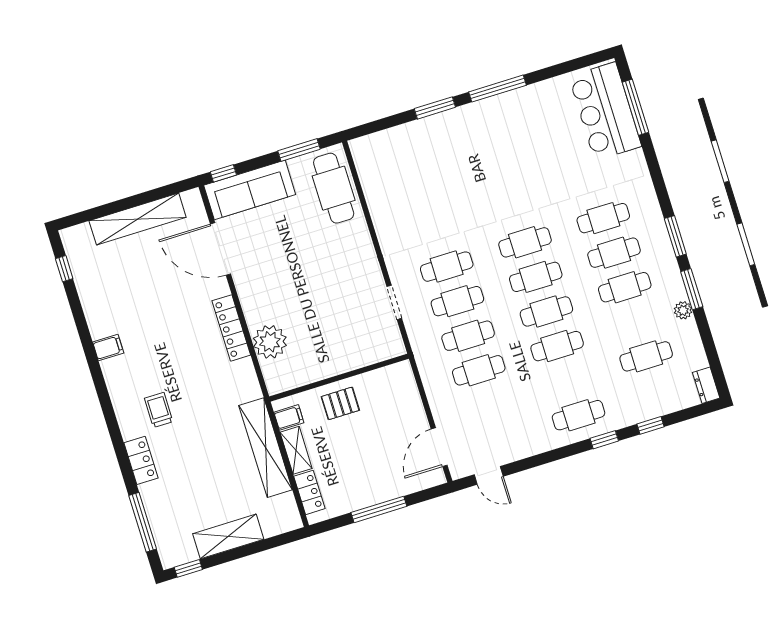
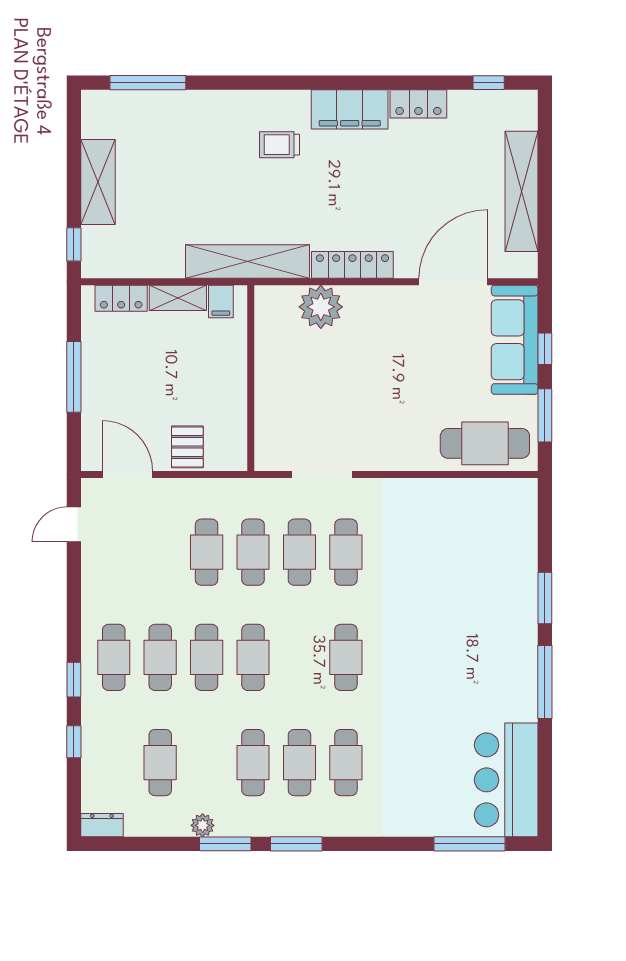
bar counter: (605, 111) -> (506, 780), moved, turned -90
window: (223, 173) -> (545, 349), moved
cafe table: (536, 277) -> (160, 657), moved
doorway: (394, 302) -> (322, 474), width x1.38
filing cabinet: (108, 347) -> (350, 109), width x3.00, depth x1.17
pallet: (340, 403) -> (187, 447), moved
trolley: (159, 410) -> (280, 145), turned 180
shelving: (266, 448) -> (248, 261), moved
locker: (141, 460) -> (418, 104), moved
window: (188, 568) -> (74, 244), moved

